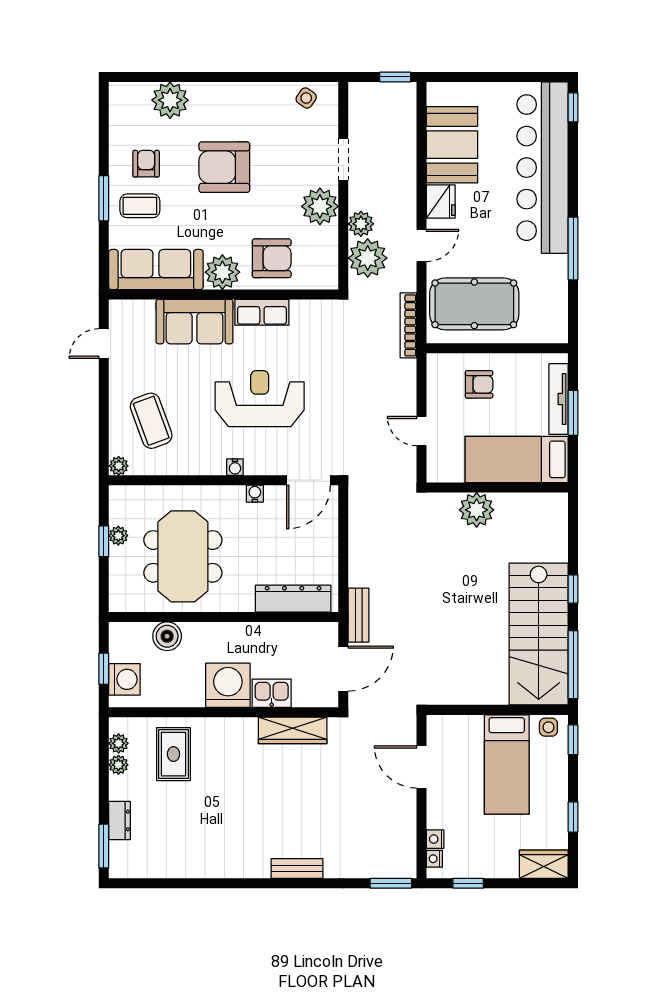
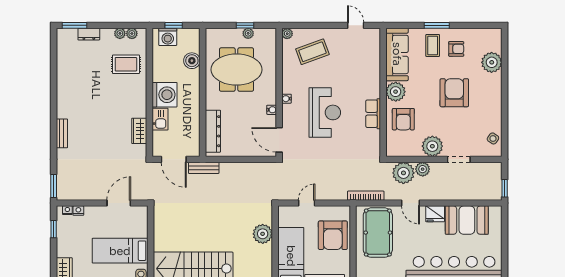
sofa: (194, 322) -> (368, 76), removed
armchair: (479, 384) -> (333, 235), width x1.88, depth x1.88
wardrobe: (293, 730) -> (139, 131), width x0.67

